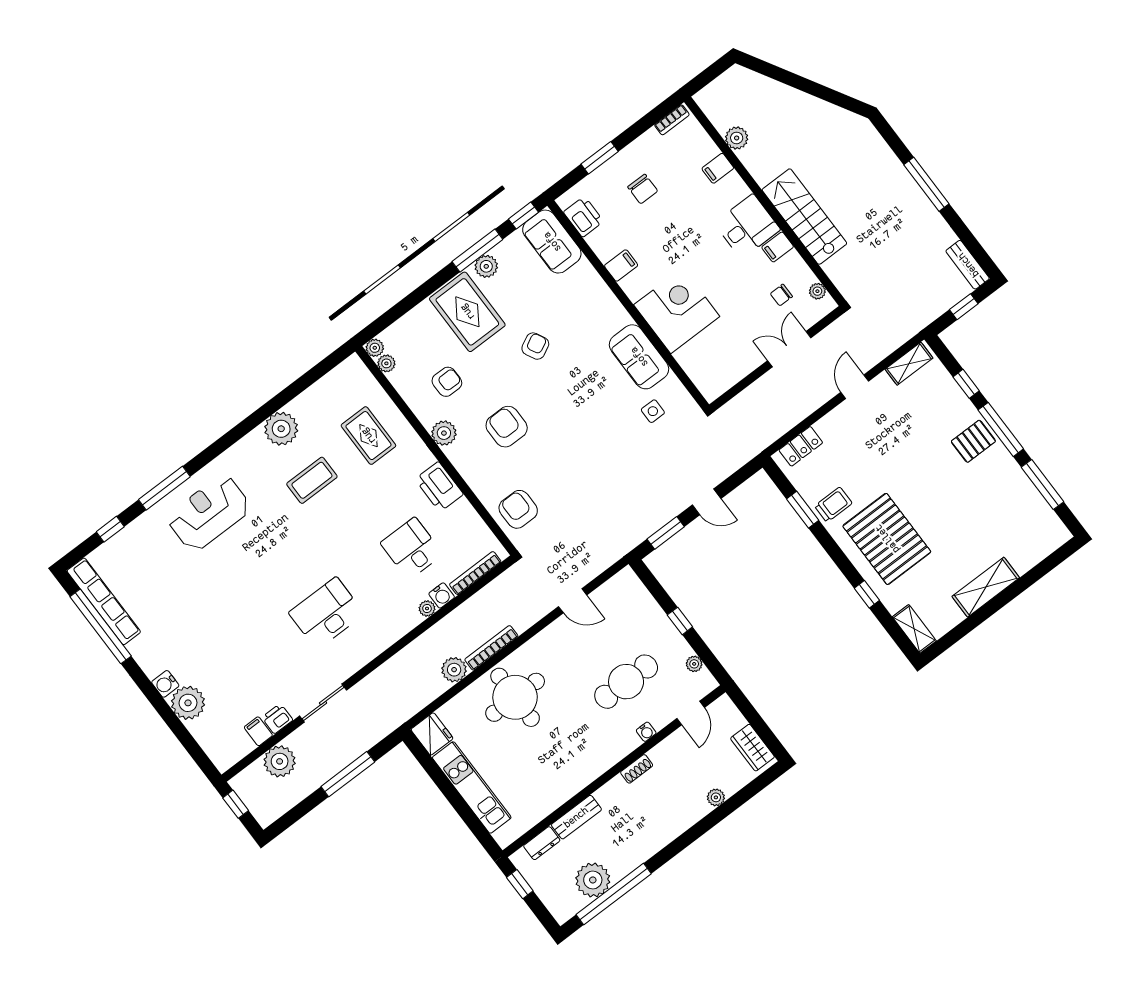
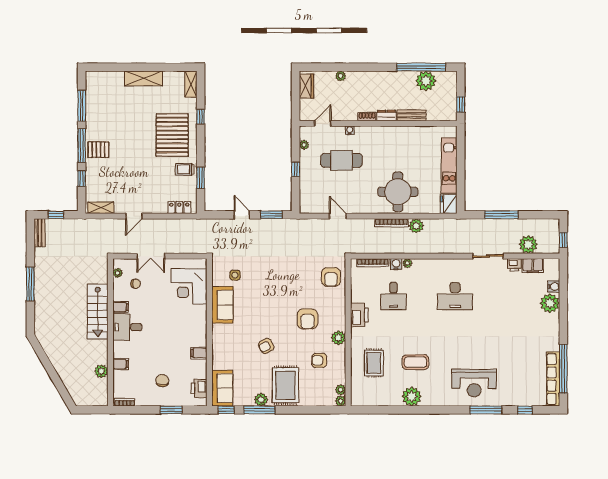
corner desk: (677, 311) -> (189, 286), moved
water cooler: (165, 684) -> (554, 287), moved
filing cabinet: (258, 731) -> (533, 266), width x2.00
dresser: (542, 843) -> (386, 116), moved

